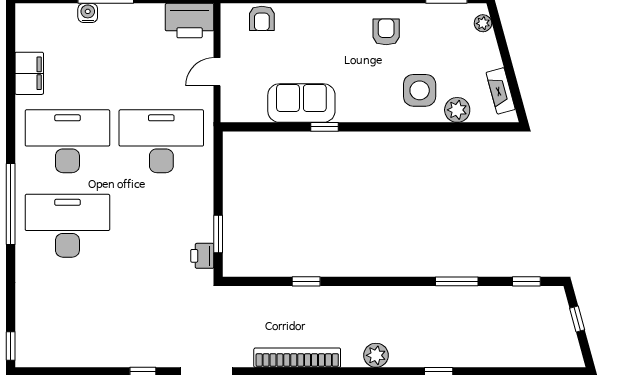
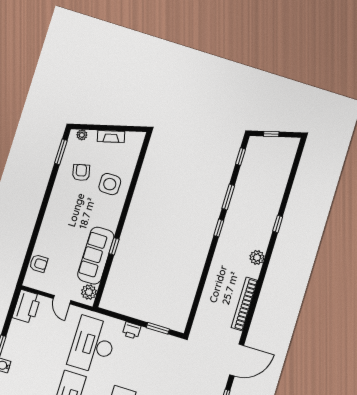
armchair: (386, 32) -> (81, 173), moved, turned 77
fireplace: (501, 91) -> (111, 136), moved
sofa: (301, 103) -> (96, 256), width x1.36
plant: (457, 110) -> (89, 292), moved
printer: (202, 256) -> (132, 330), moved
window: (306, 281) -> (219, 228), moved

